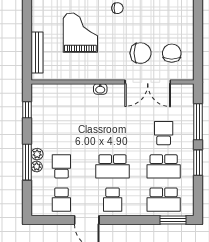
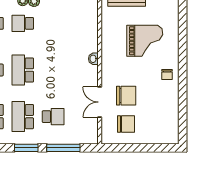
chair: (141, 53) -> (126, 96), turned -90
double door: (148, 82) -> (100, 102), width x0.73
school desk: (61, 166) -> (23, 23), turned 180

